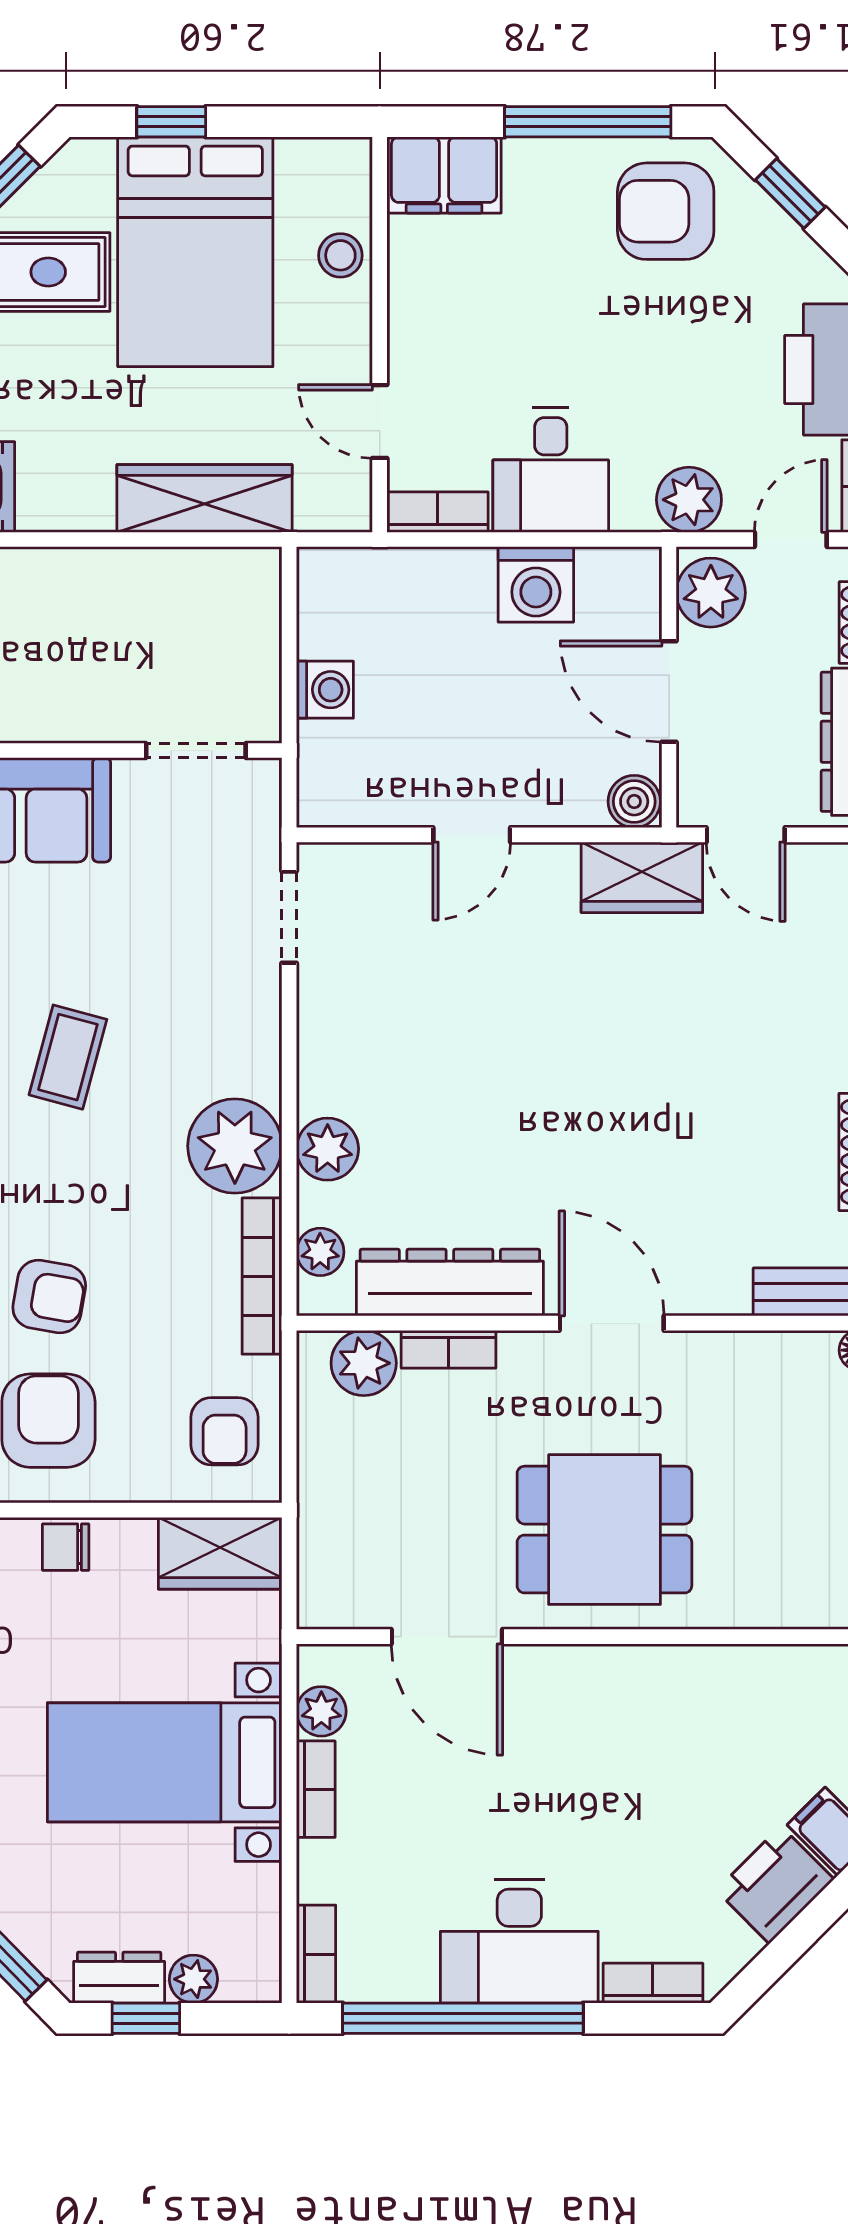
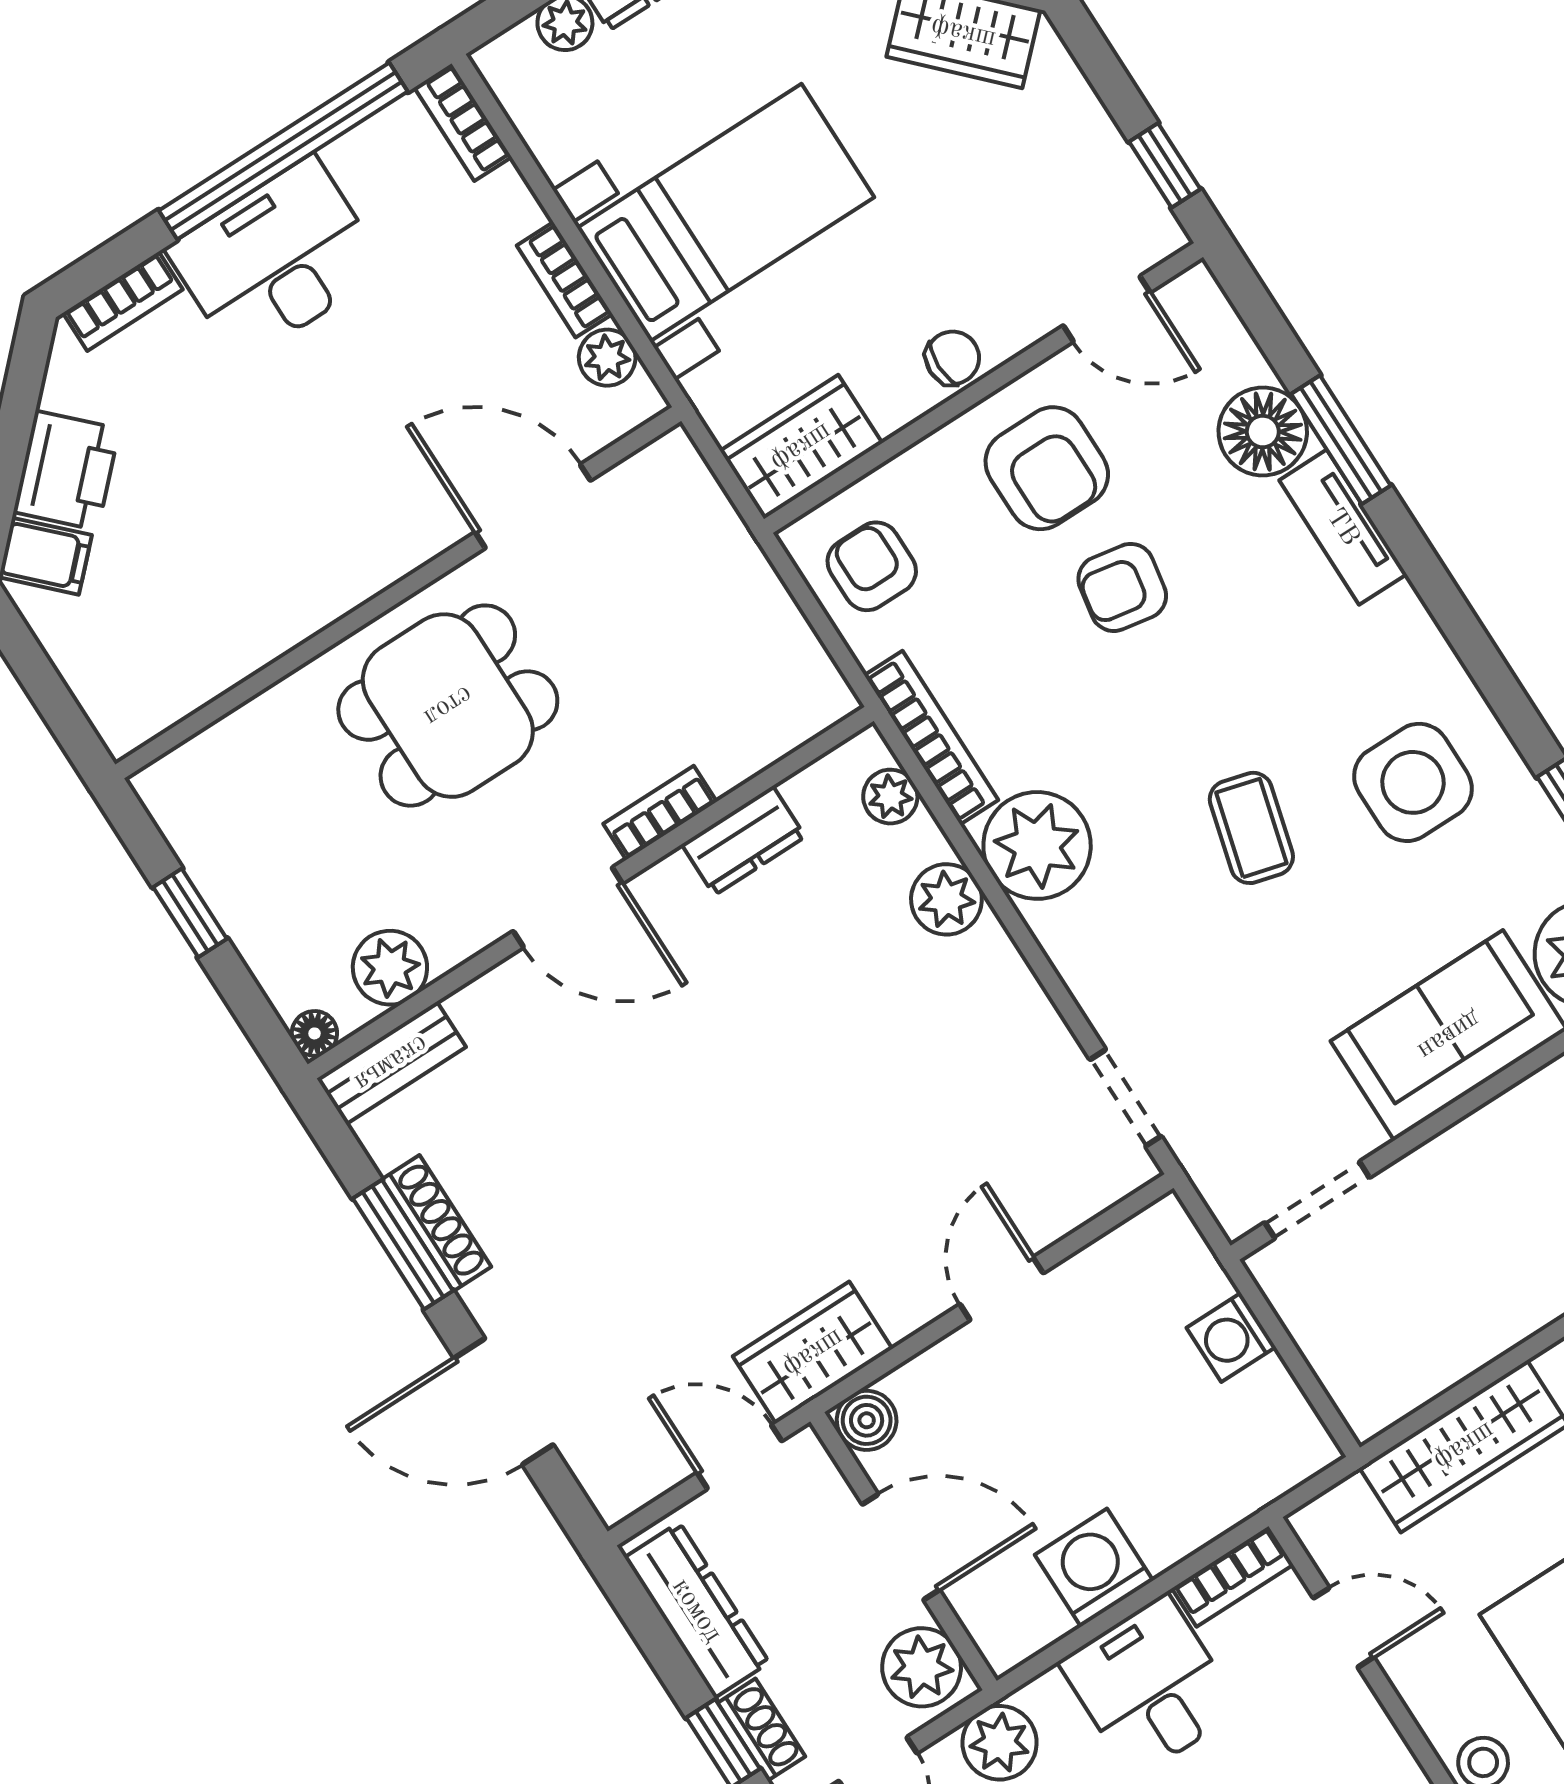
dresser: (450, 1283) -> (743, 841), width x0.51, depth x0.80
bookcase: (448, 1349) -> (660, 813), moved
plant: (364, 1363) -> (390, 968), moved

